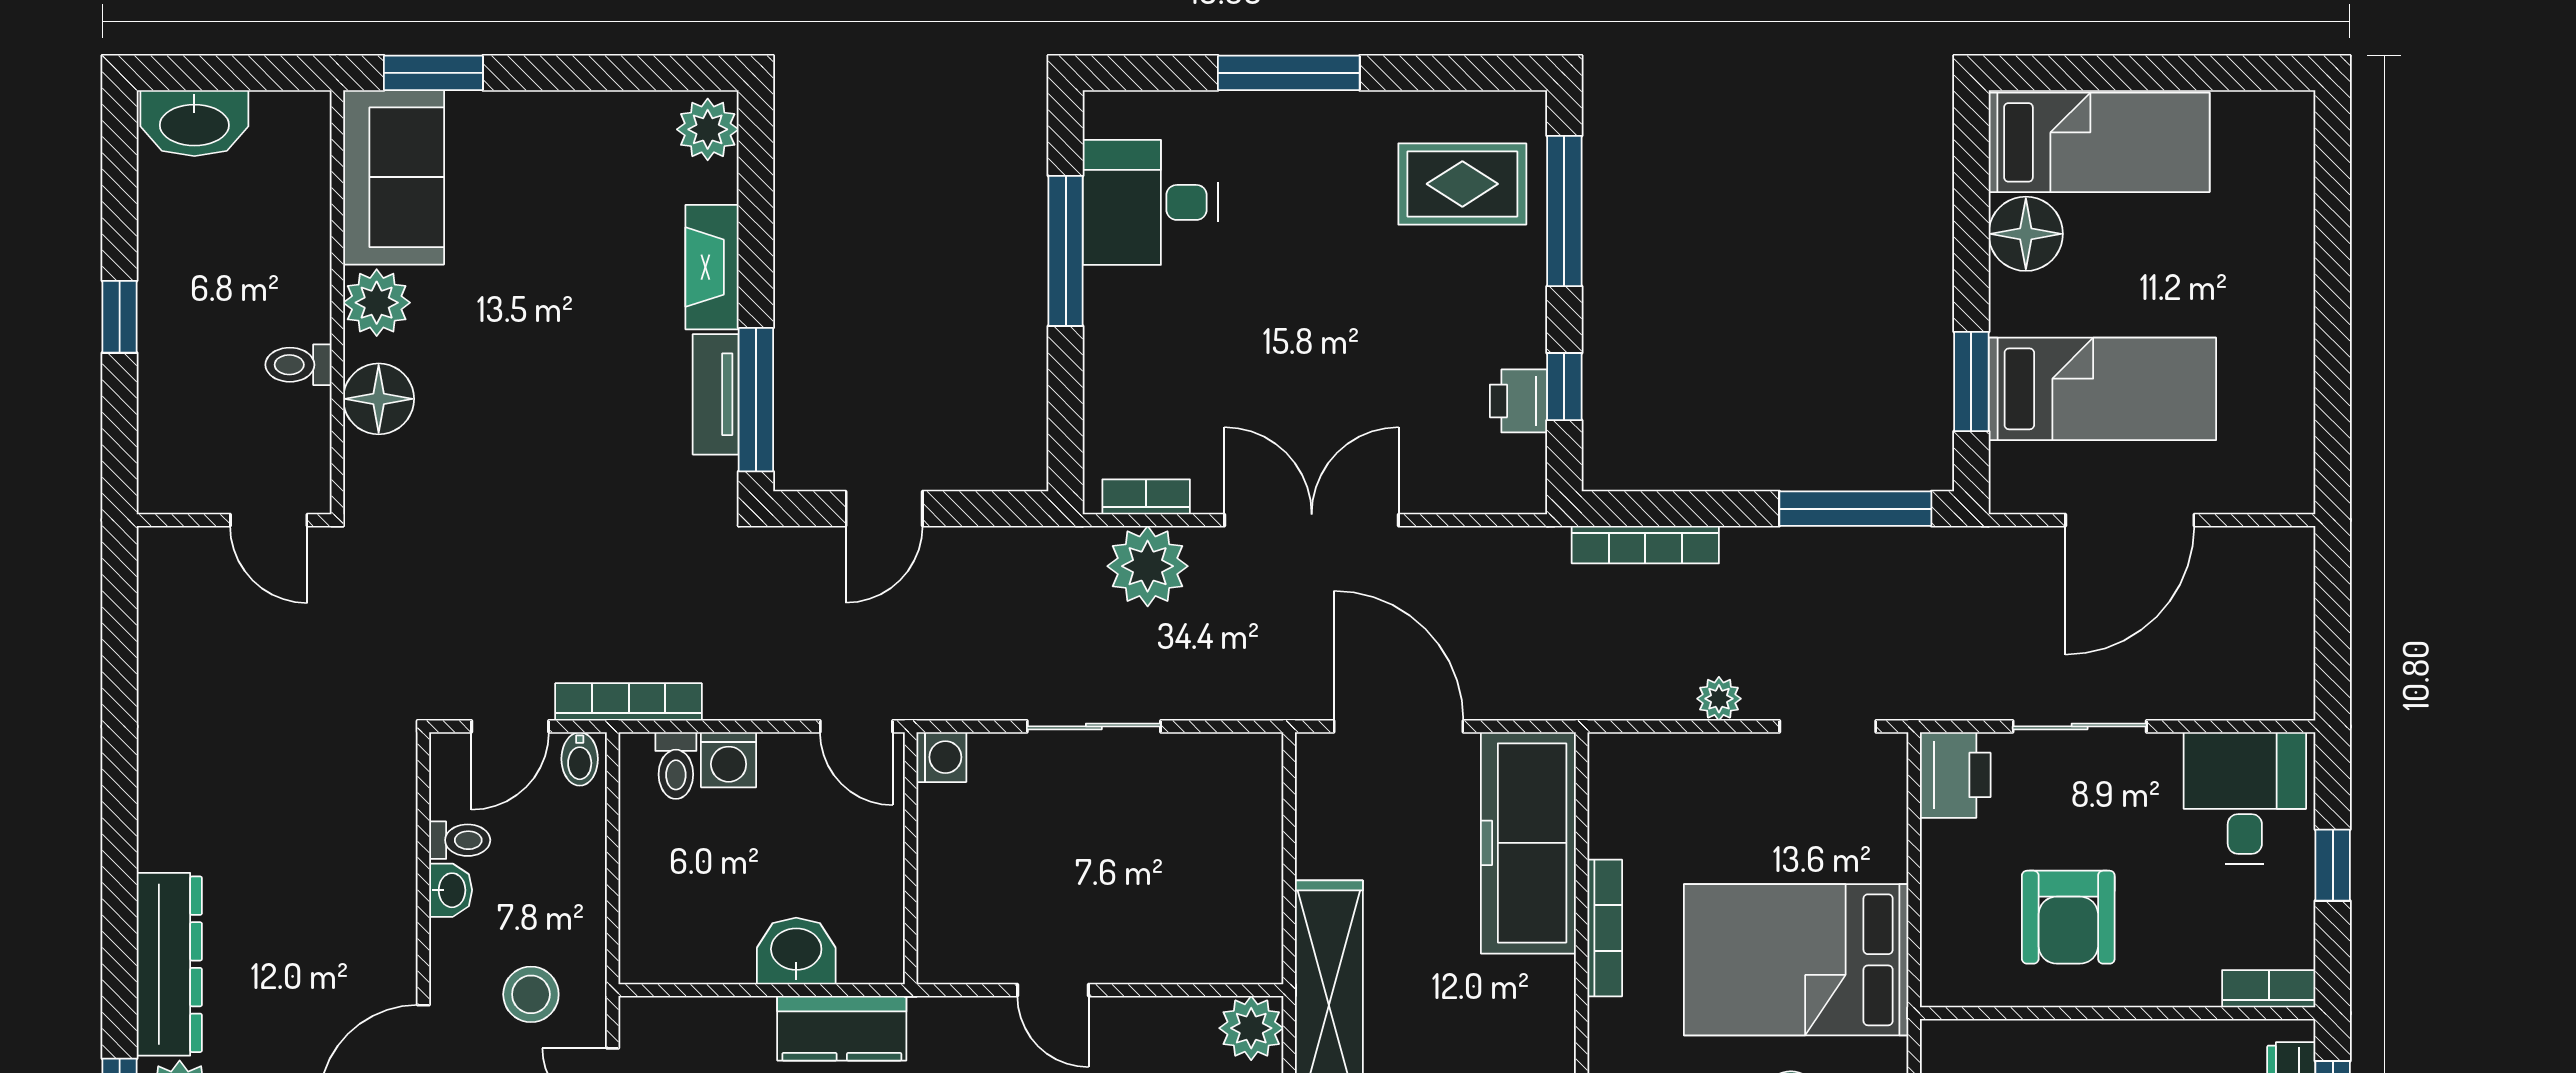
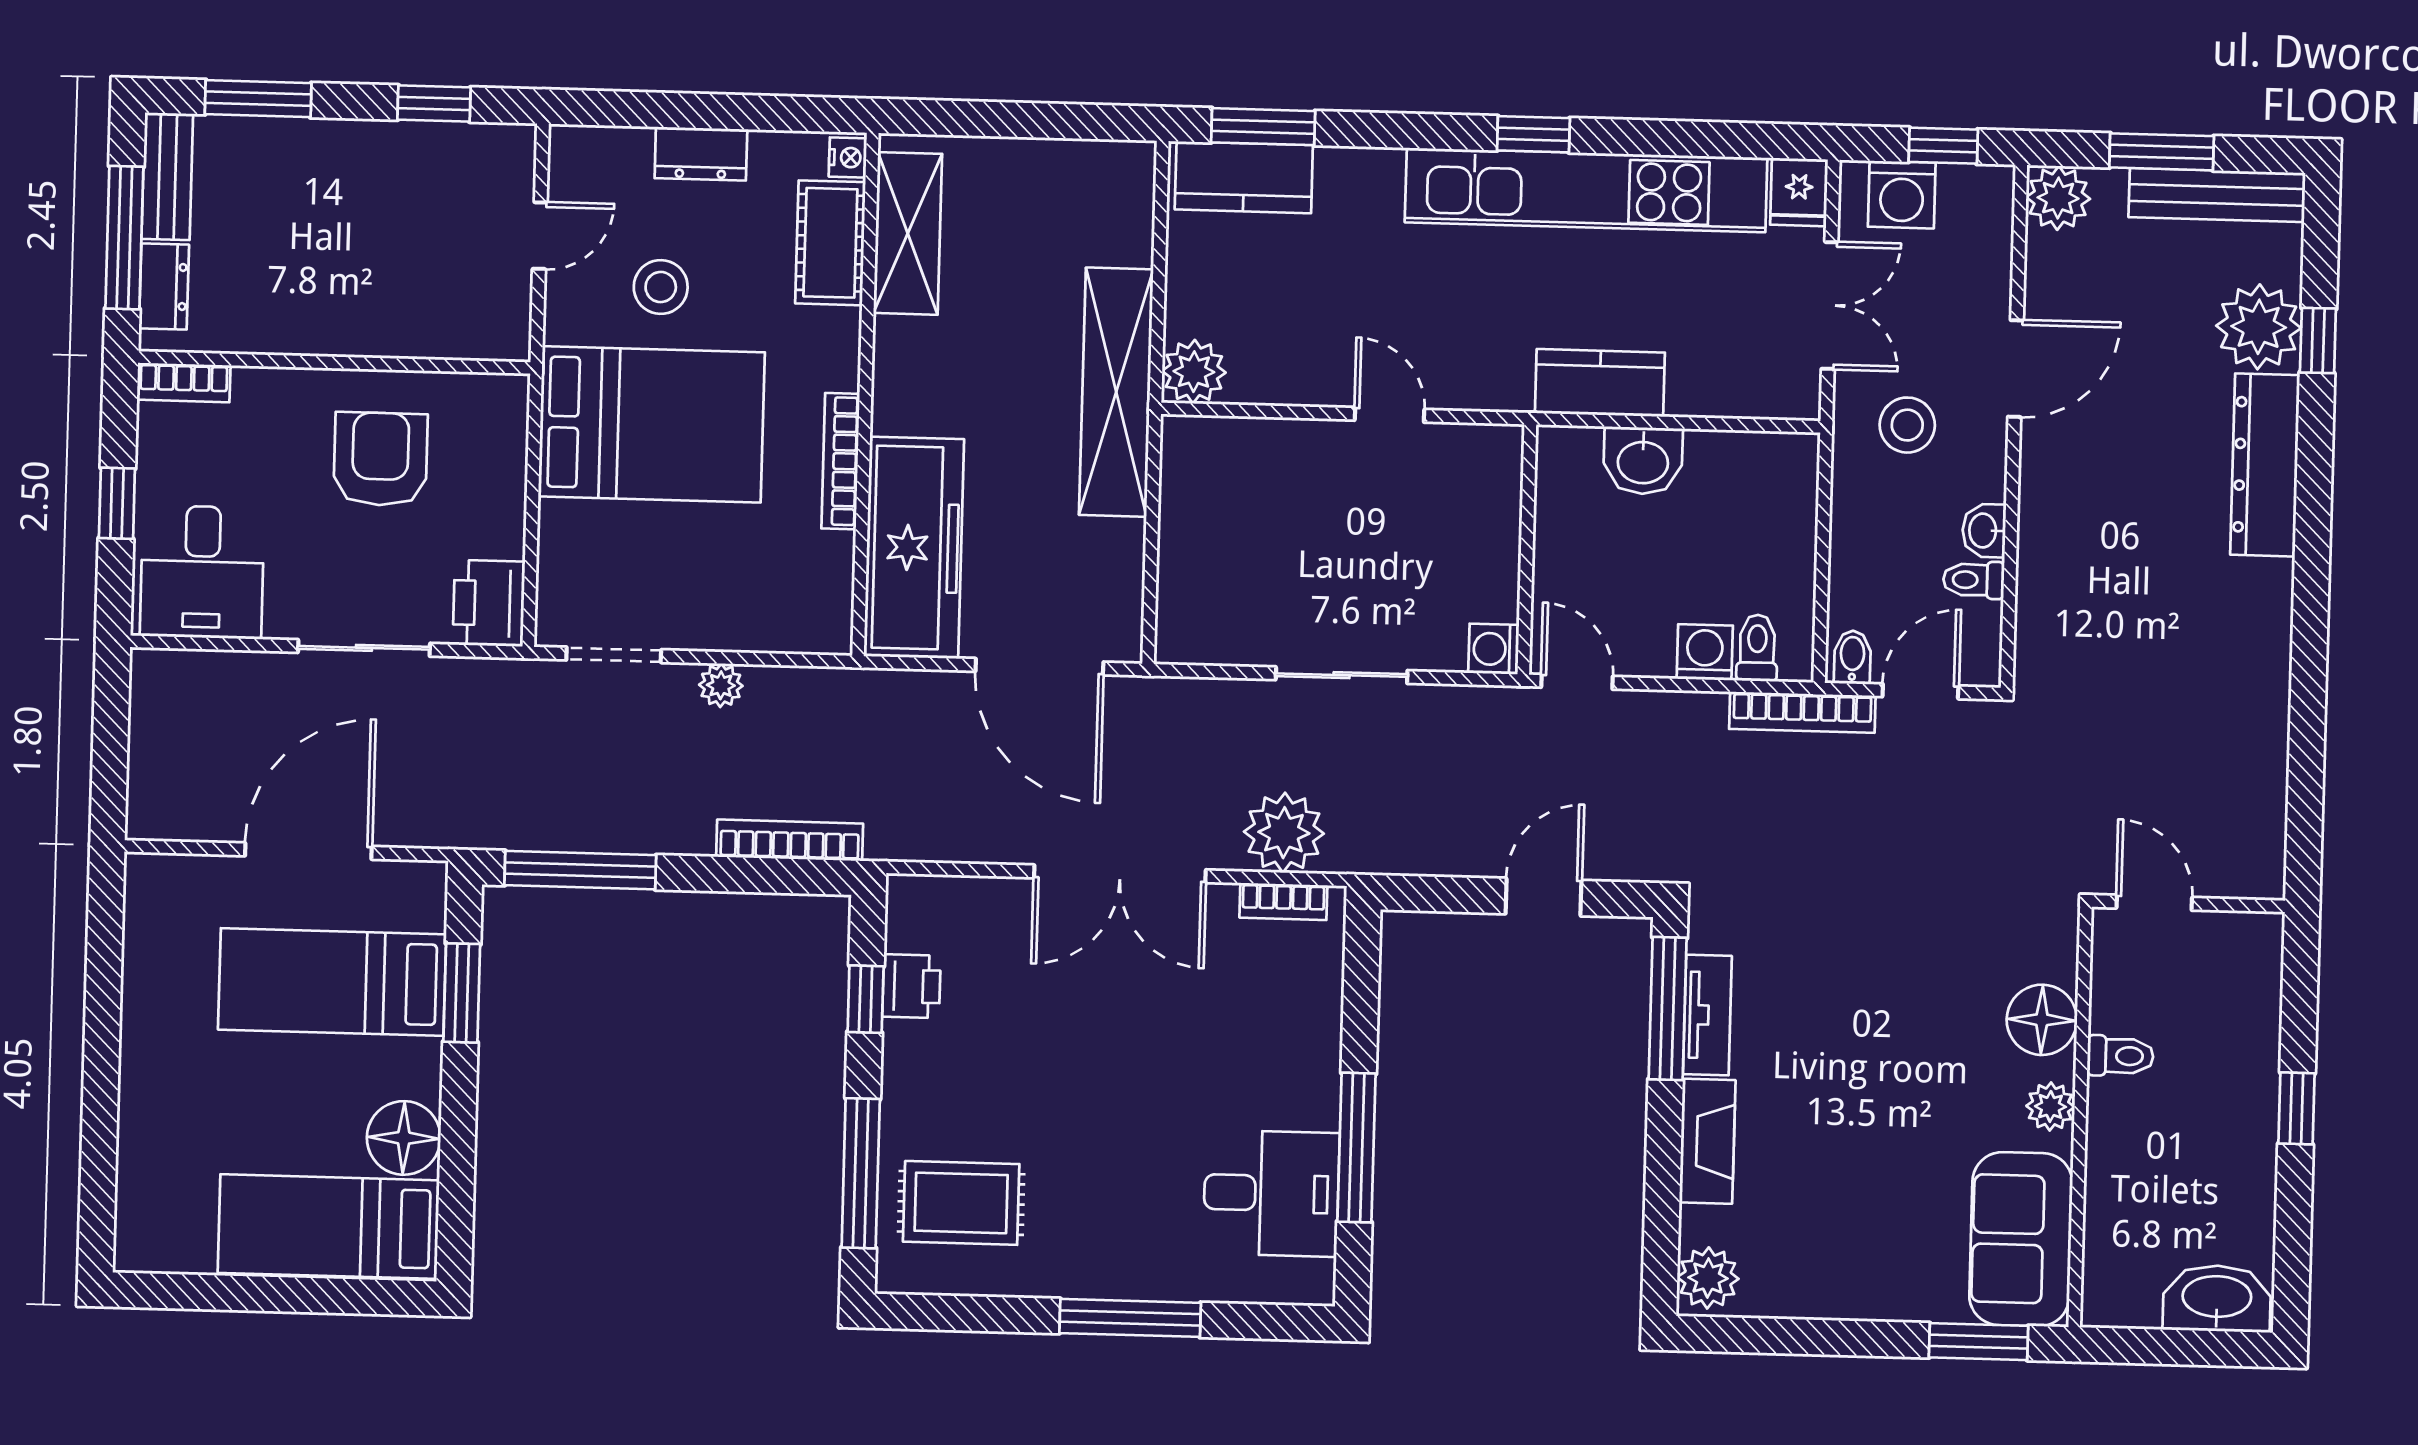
plant: (377, 303) -> (2050, 1106), width x0.73, depth x0.73

